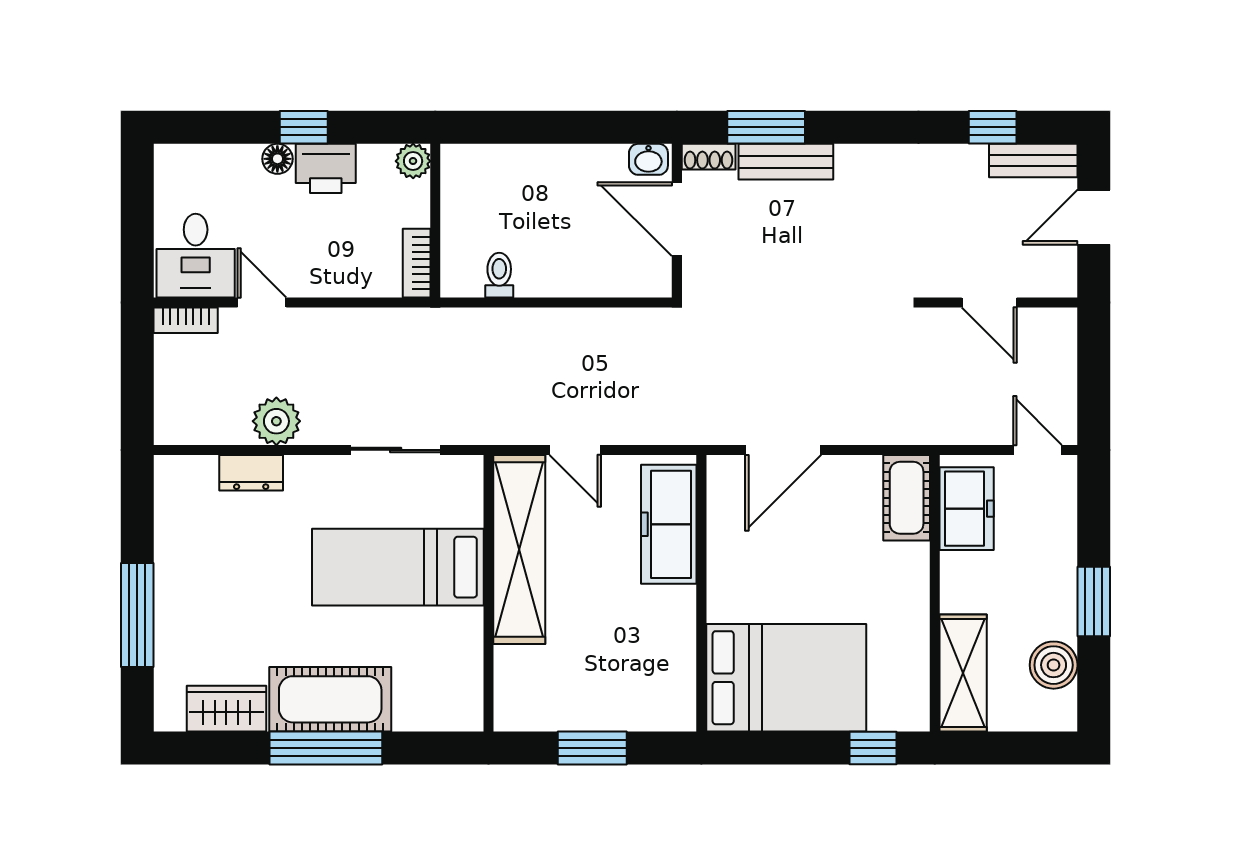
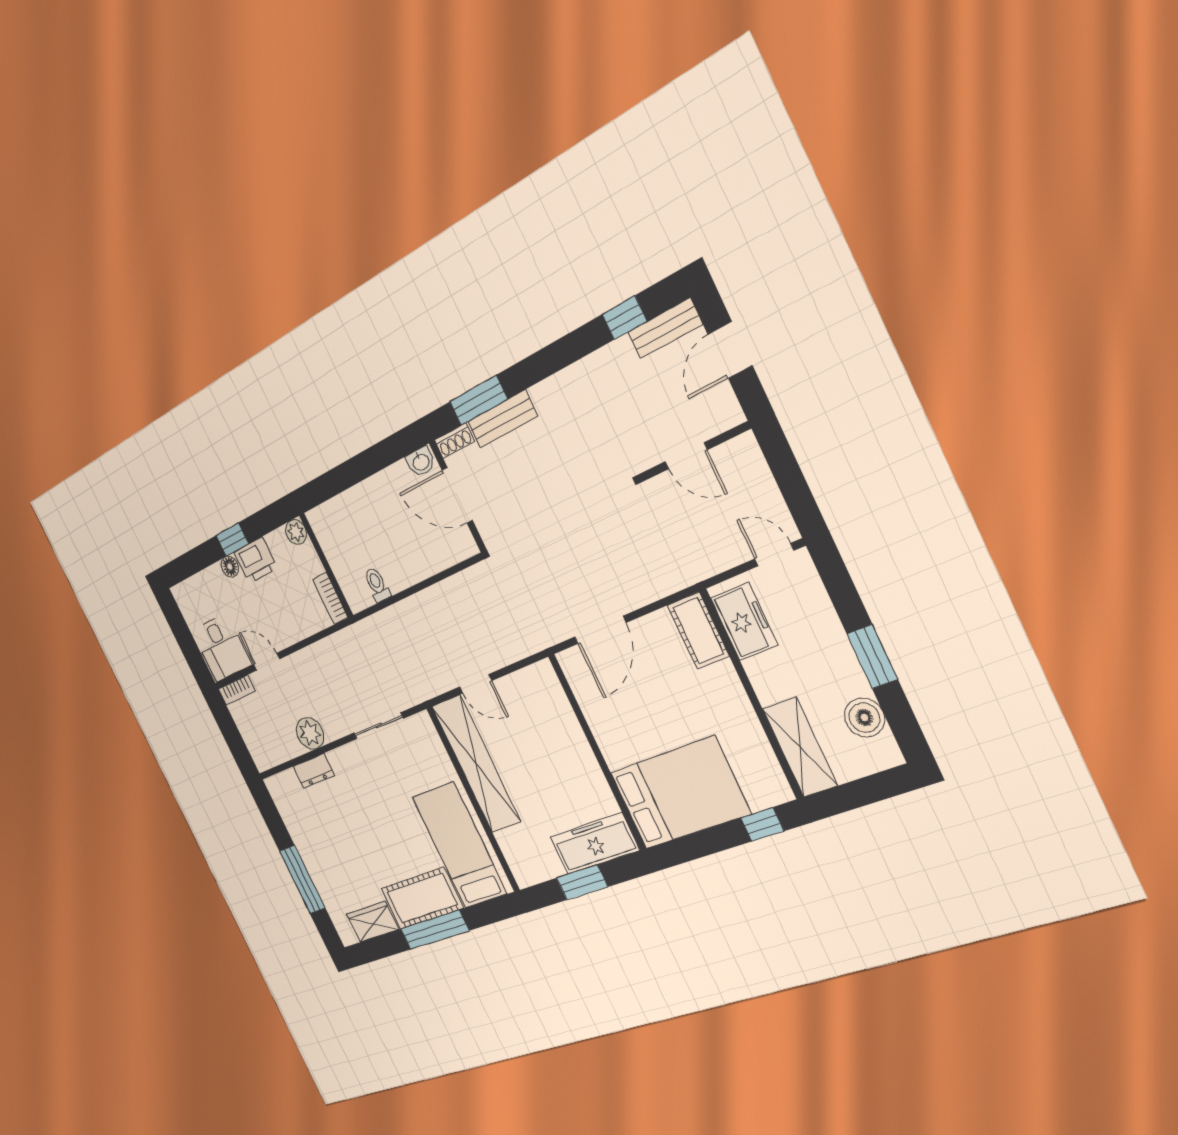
freezer: (669, 524) -> (594, 844), moved, turned 90
bed: (398, 567) -> (460, 845), moved, turned 90

